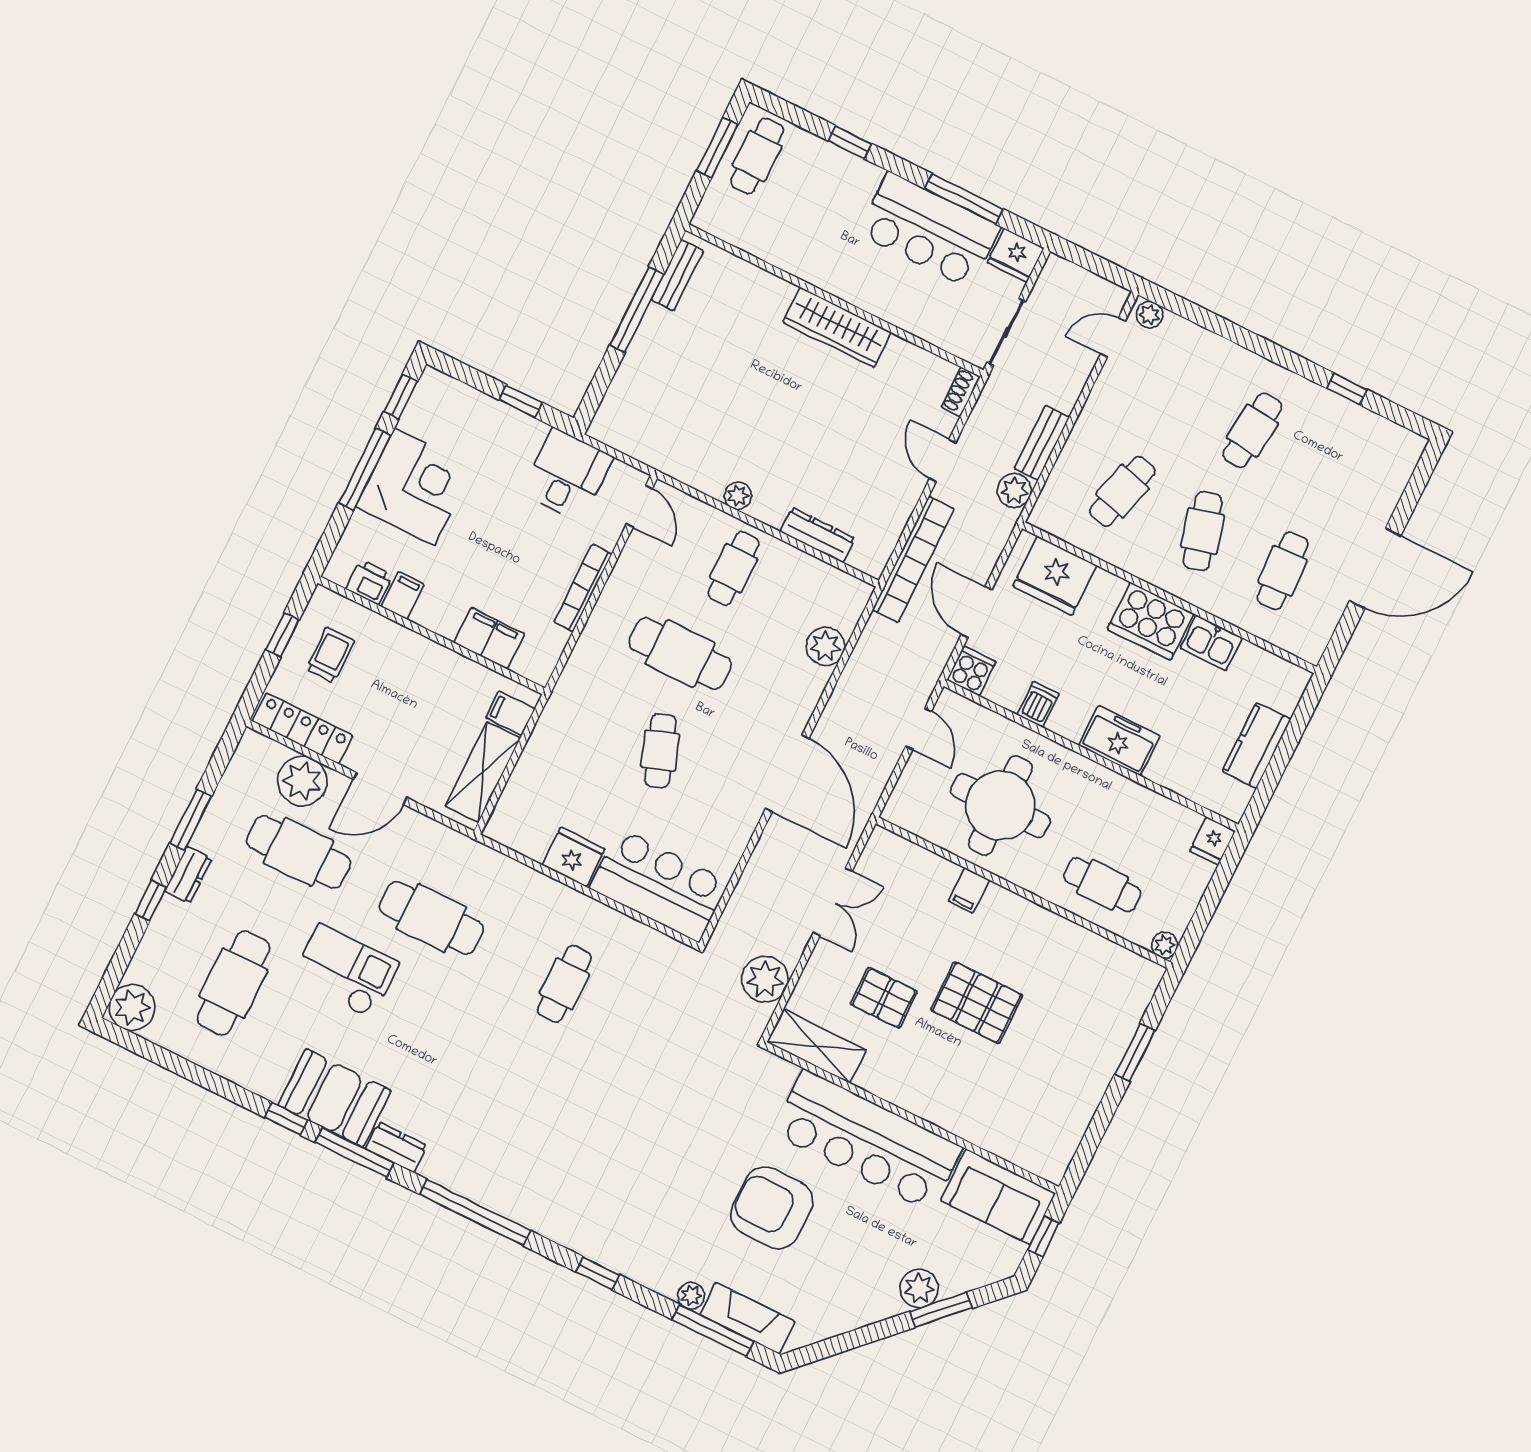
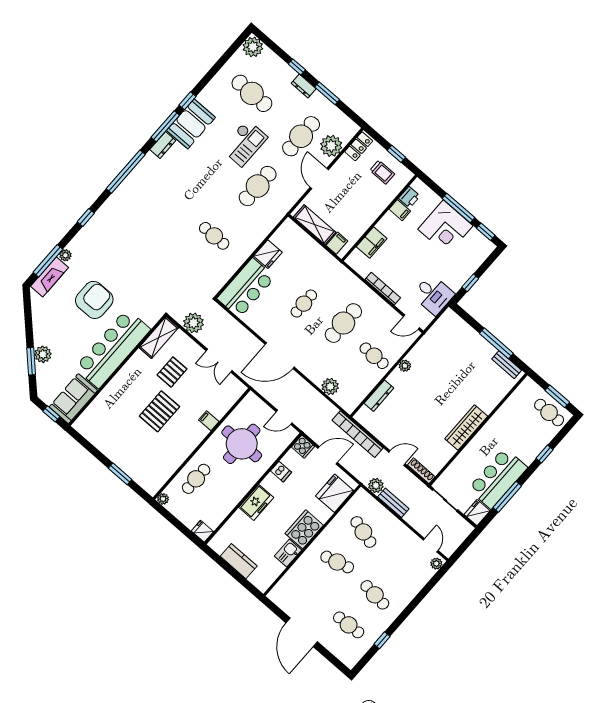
shoe rack: (961, 392) -> (421, 471), width x1.43
cafe table: (1283, 571) -> (349, 625), moved
locker: (302, 728) -> (359, 146), width x0.66
cafe table: (660, 751) -> (304, 304), turned -70

